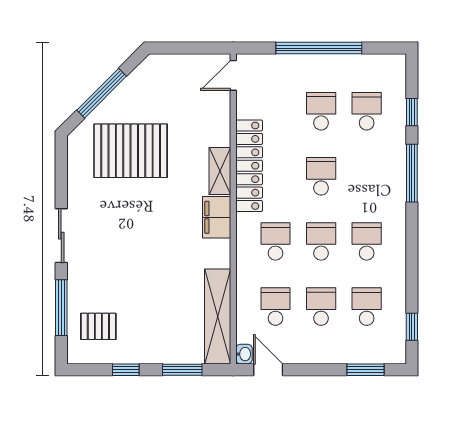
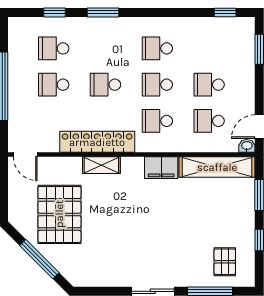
pallet: (131, 151) -> (59, 214), moved
window: (412, 173) -> (103, 12), width x0.69
filing cabinet: (217, 217) -> (161, 168), moved
school desk: (367, 307) -> (209, 48), removed

